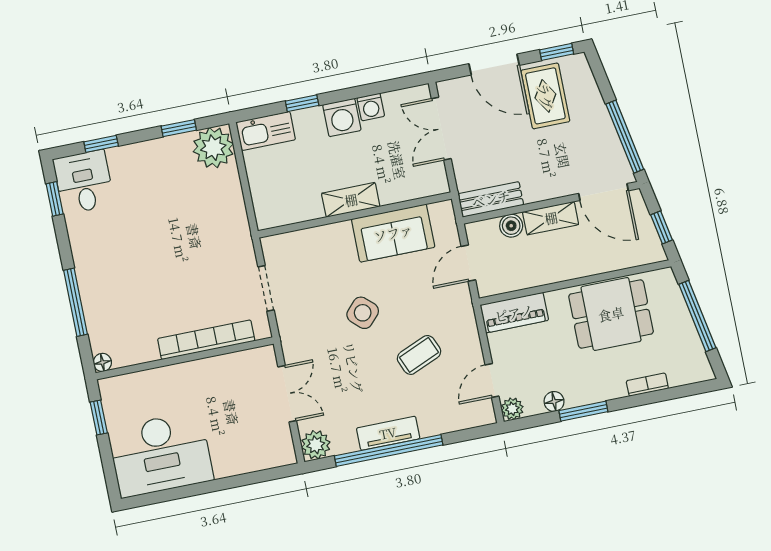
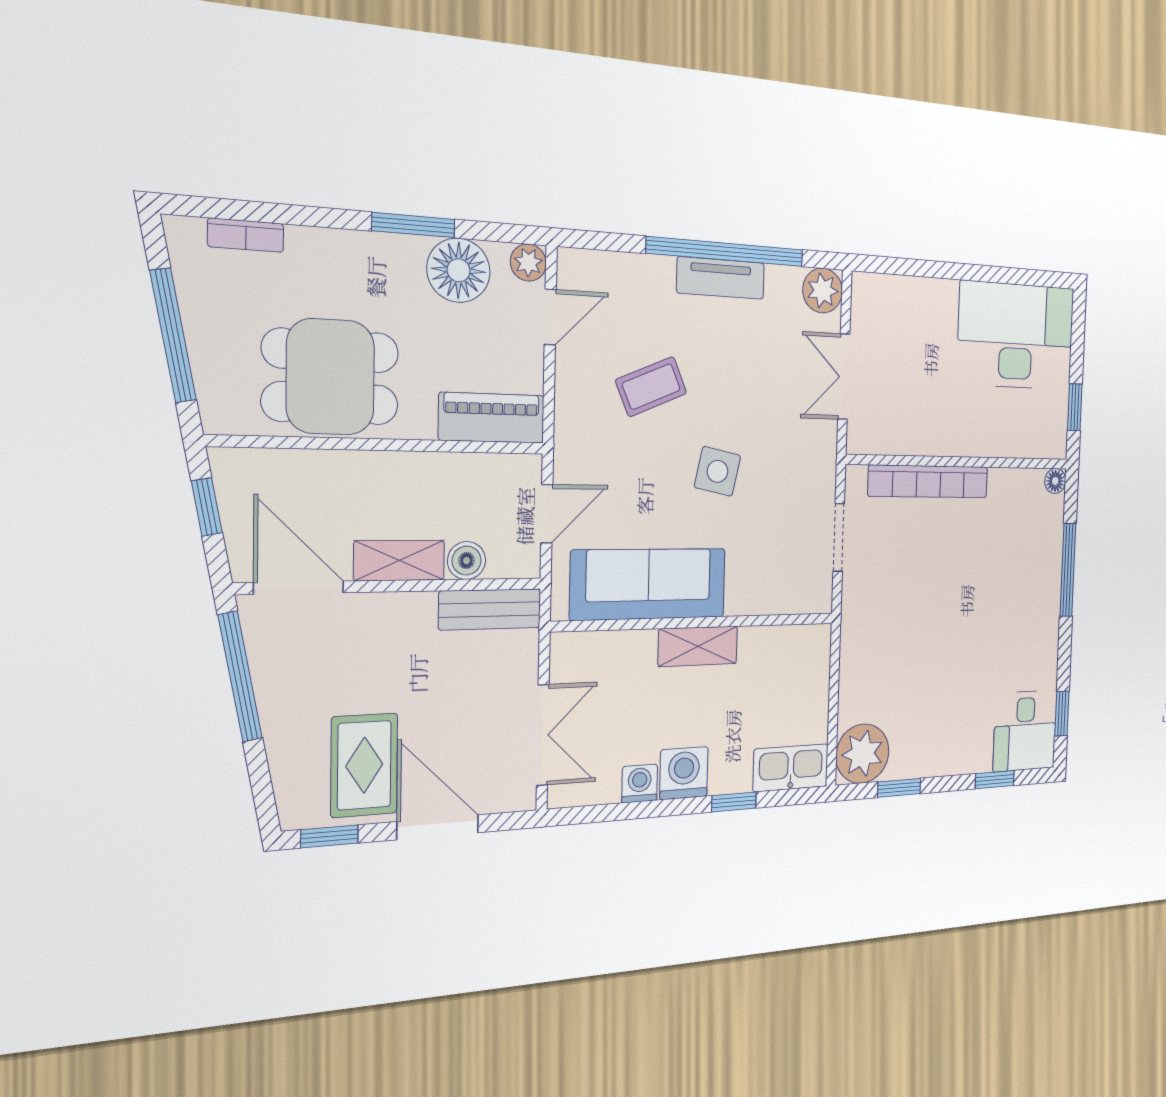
sofa: (393, 233) -> (649, 584), width x1.36
side table: (363, 313) -> (717, 471), turned -31
bookcase: (647, 385) -> (246, 235), moved
floor lamp: (554, 402) -> (459, 270), width x1.89, depth x1.89

